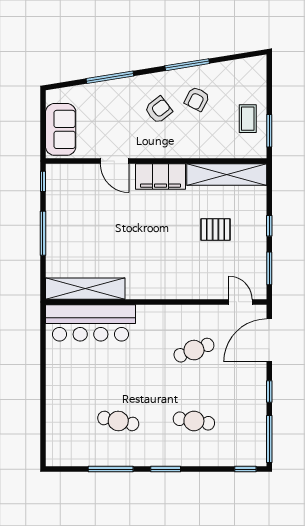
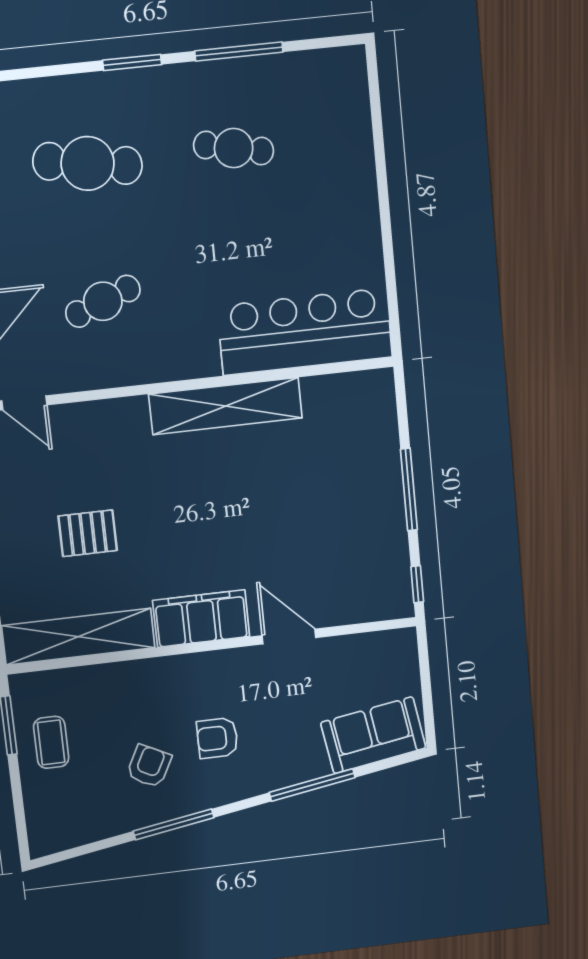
armchair: (159, 110) -> (217, 738), turned 38
sofa: (61, 129) -> (373, 735), moved, turned 81
shelving: (85, 289) -> (226, 406), moved
cafe table: (194, 421) -> (88, 163), width x1.37, depth x1.35

